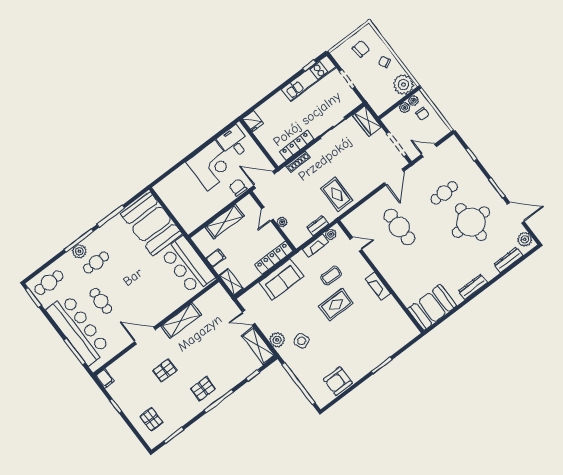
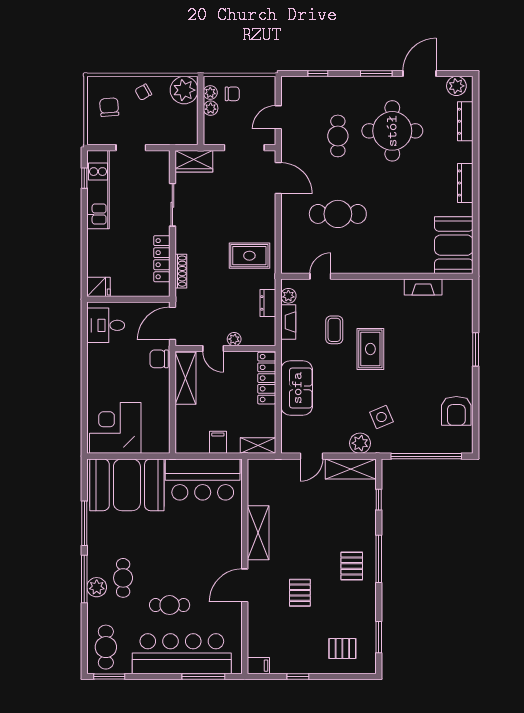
corner desk: (211, 165) -> (115, 428), moved, turned -90
shelving: (225, 222) -> (186, 378), moved
fireplace: (378, 286) -> (423, 287), moved

